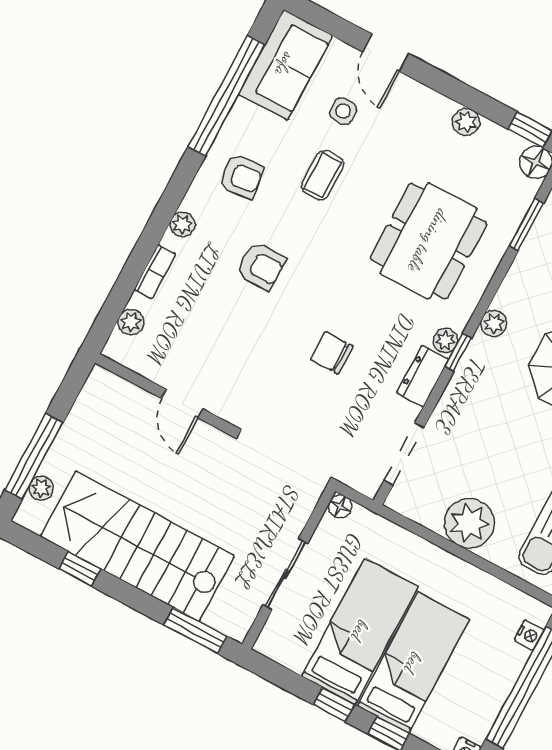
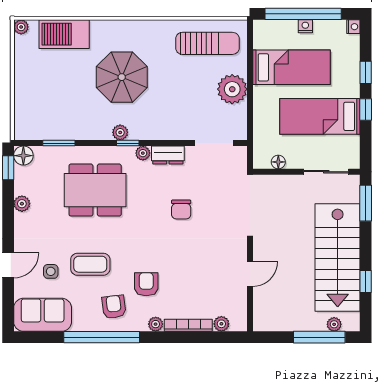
window: (226, 96) -> (102, 337), moved
coffee table: (323, 175) -> (90, 264), width x1.36, depth x1.30
armchair: (261, 266) -> (146, 284), moved
bookcase: (155, 272) -> (188, 325), width x1.56
window: (458, 352) -> (128, 143), moved
floor lamp: (340, 506) -> (278, 162), moved
sliding door: (285, 574) -> (326, 172), moved
nightstand: (529, 635) -> (305, 26), moved
bed: (413, 663) -> (291, 67), moved, turned 180

